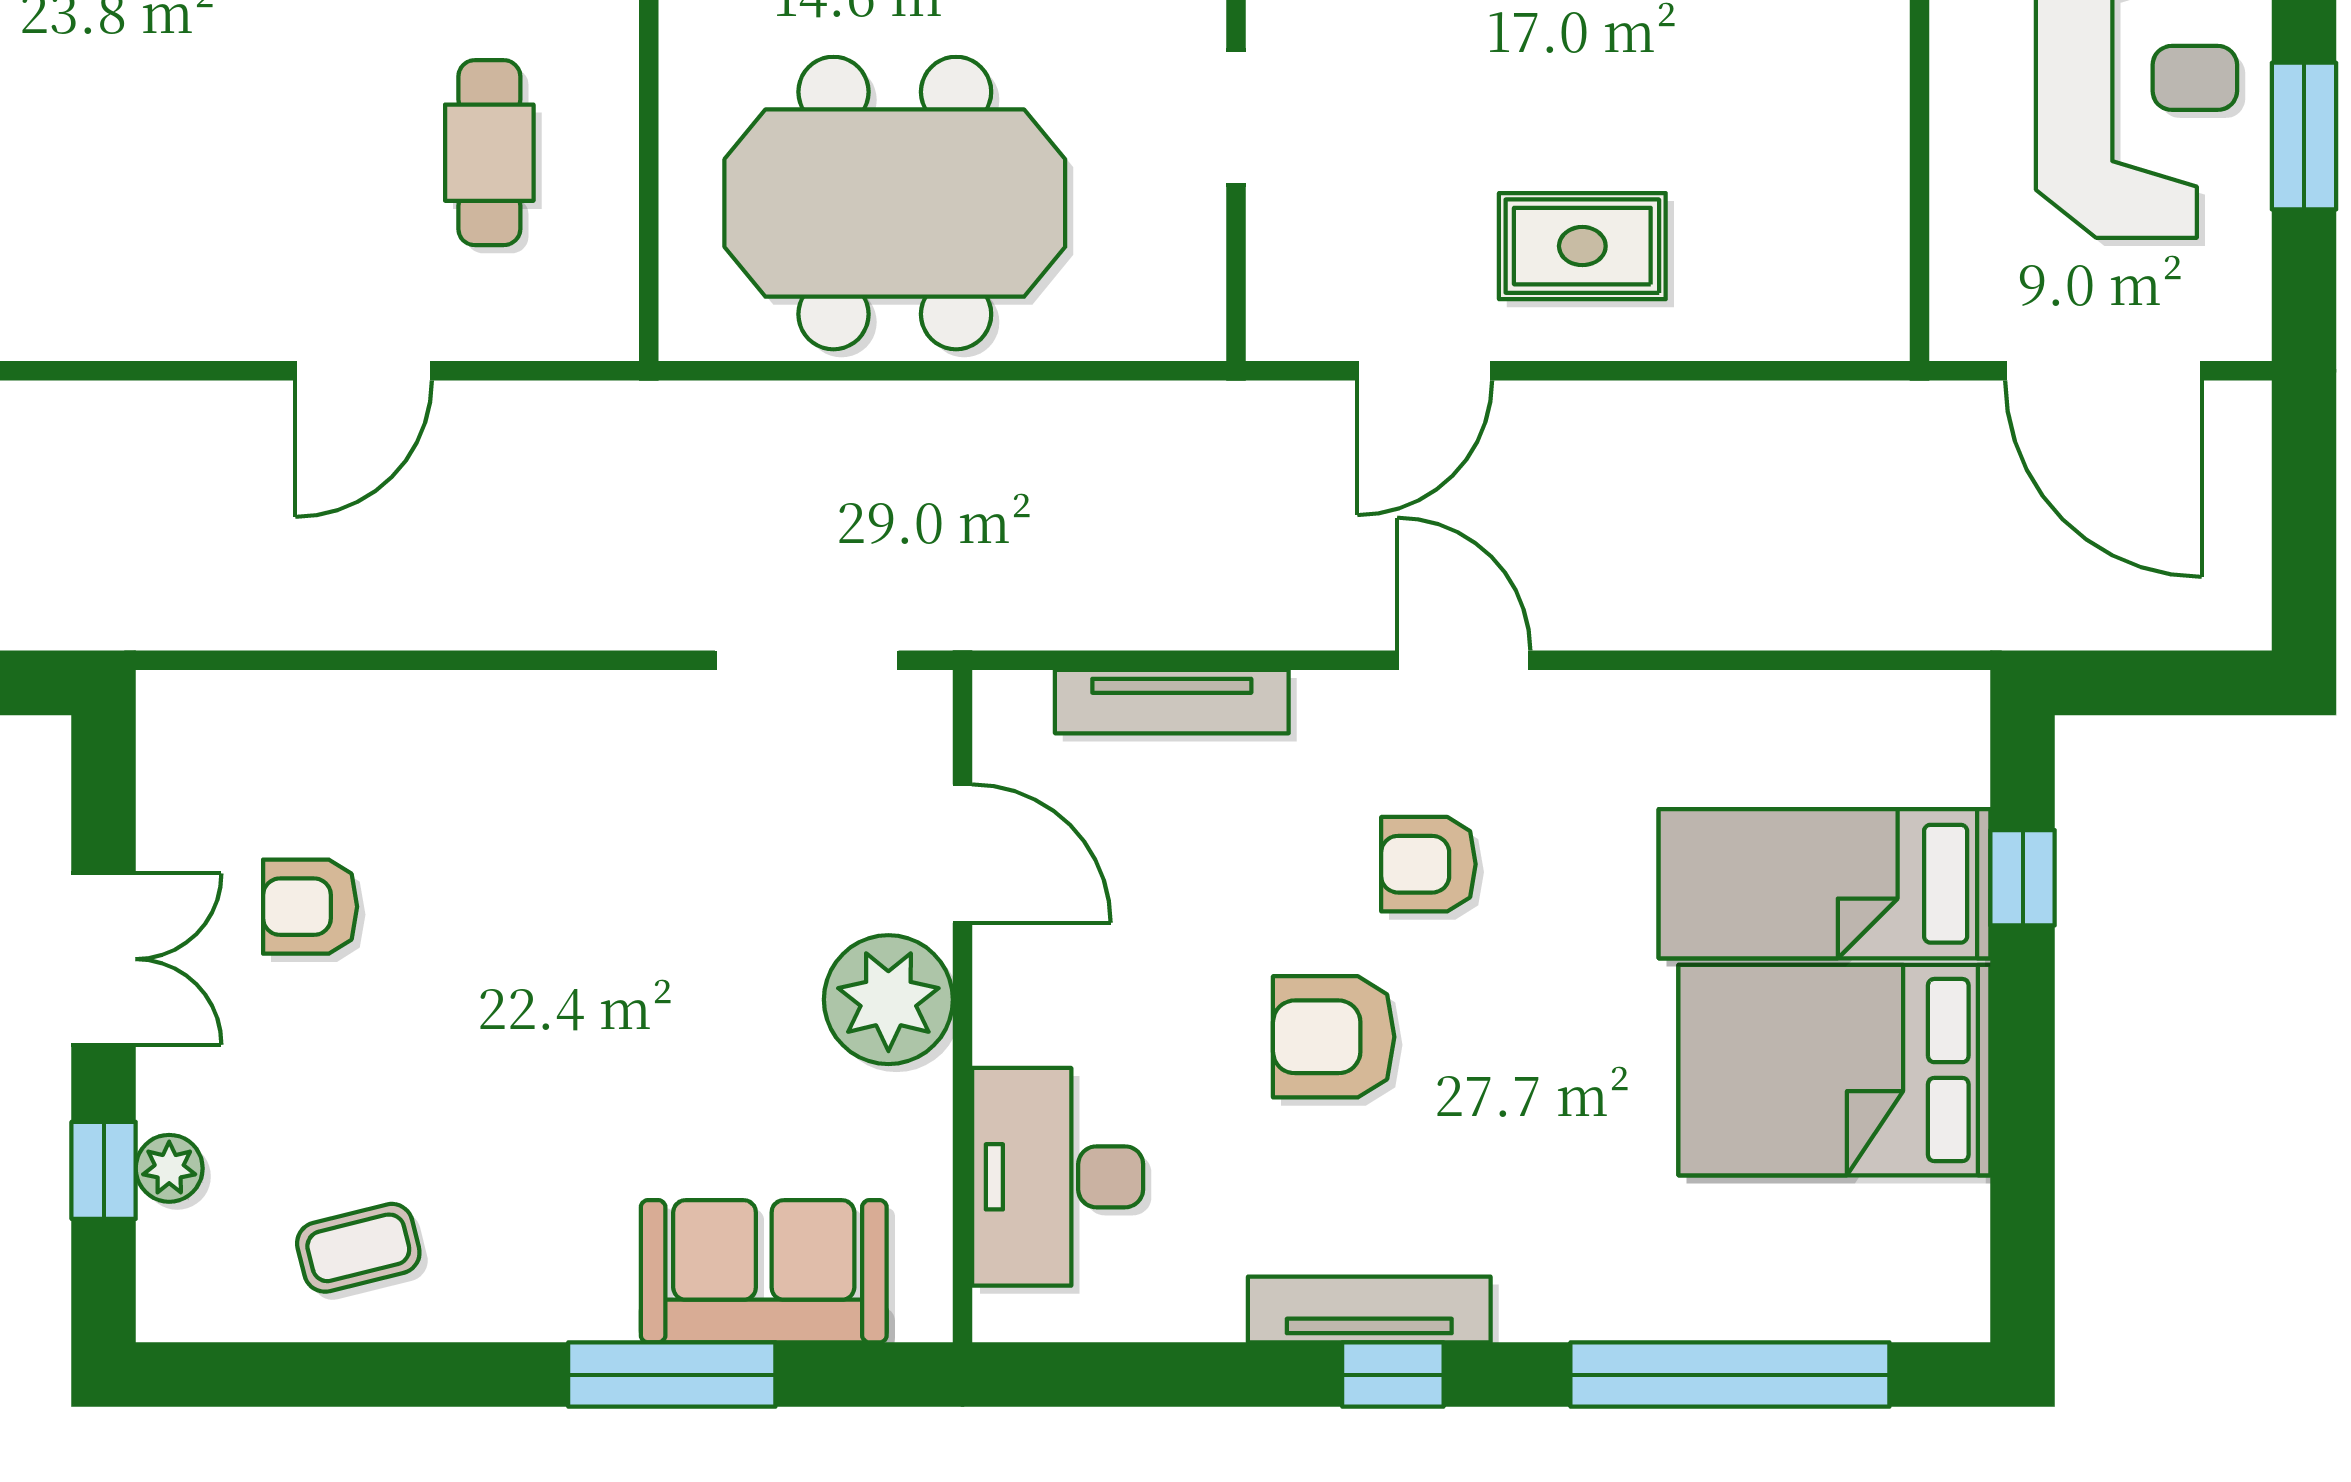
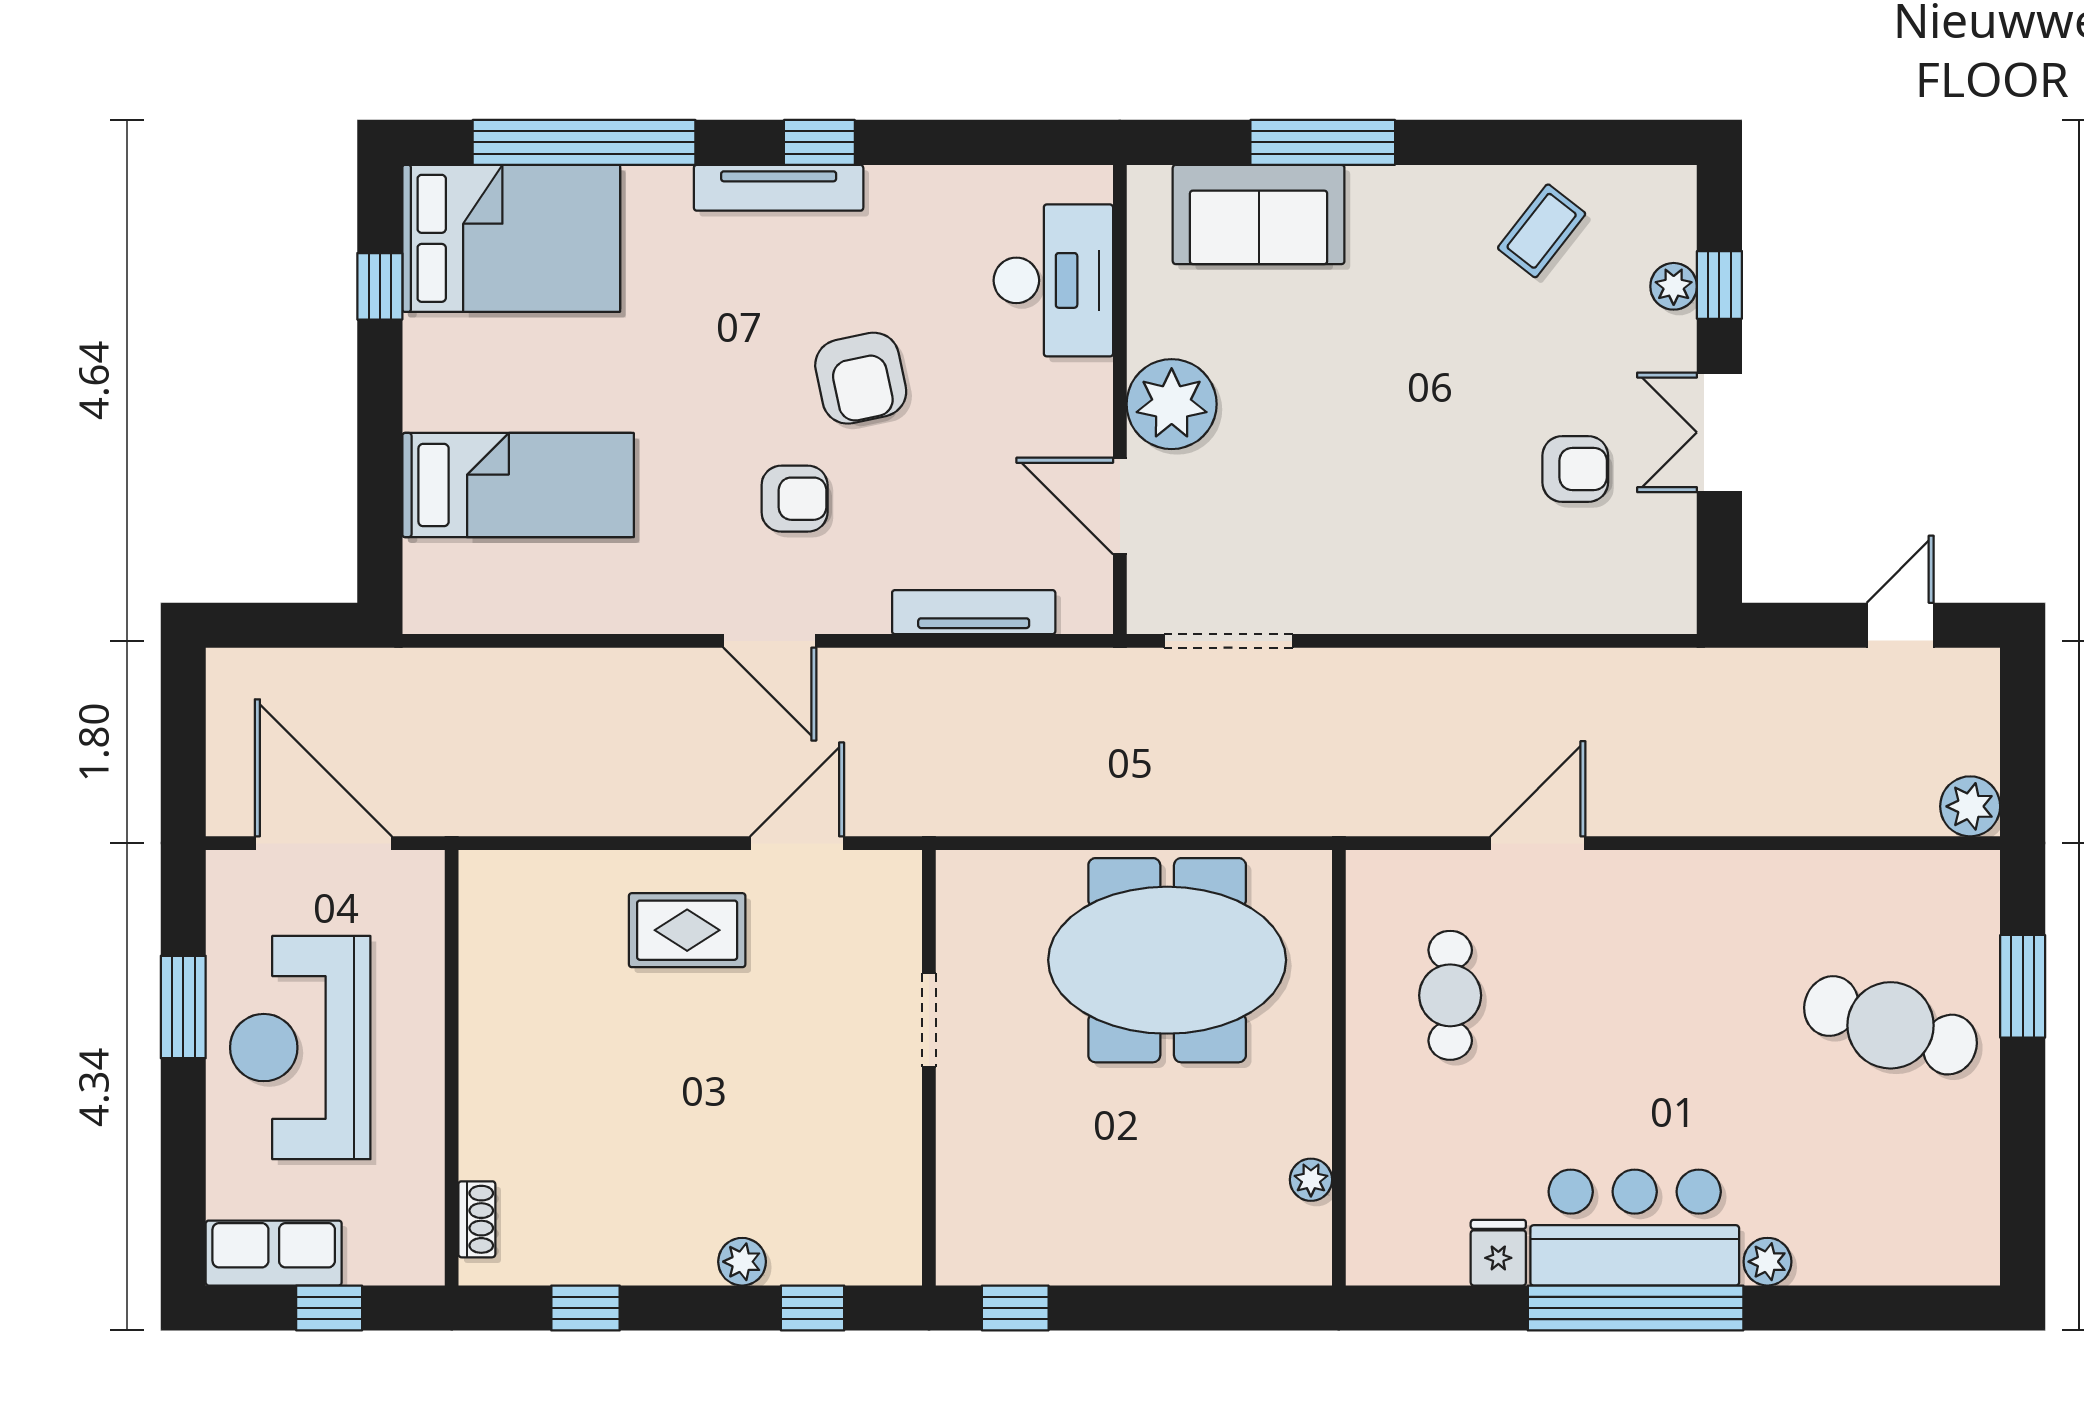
window: (2023, 878) -> (380, 286), moved
armchair: (1334, 1037) -> (861, 378), turned 78
bed: (1834, 1070) -> (511, 238), moved
coffee table: (358, 1248) -> (1542, 231), turned -38
tv unit: (1369, 1309) -> (779, 188), moved

